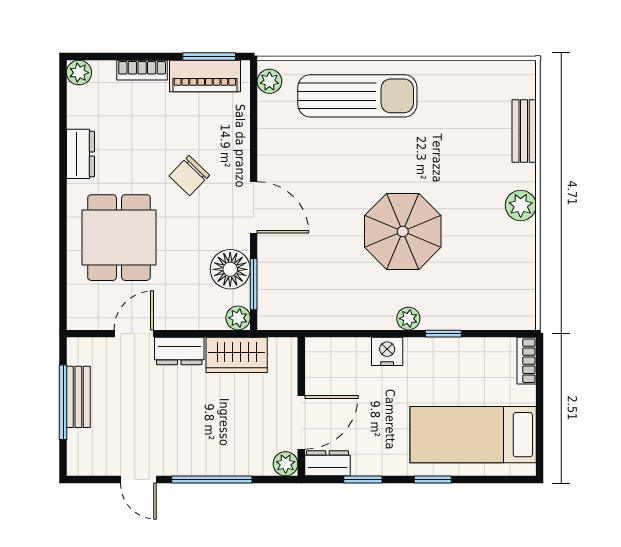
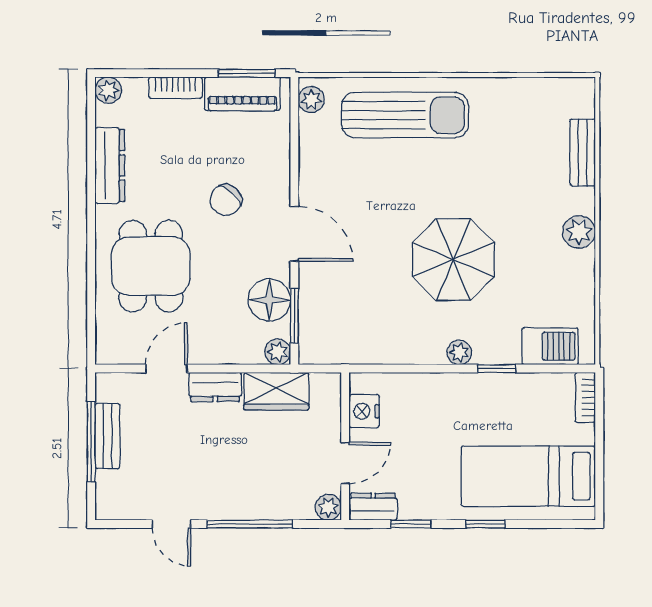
dresser: (81, 154) -> (110, 165), width x1.44
barbecue: (494, 313) -> (550, 346), added
nightstand: (387, 351) -> (364, 411), moved, turned -90
door: (301, 422) -> (345, 463), width x0.73

